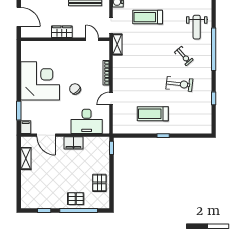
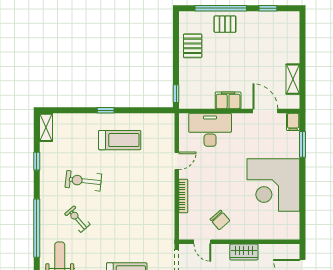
shelving: (117, 44) -> (46, 127), moved
chair: (75, 89) -> (220, 220), moved

